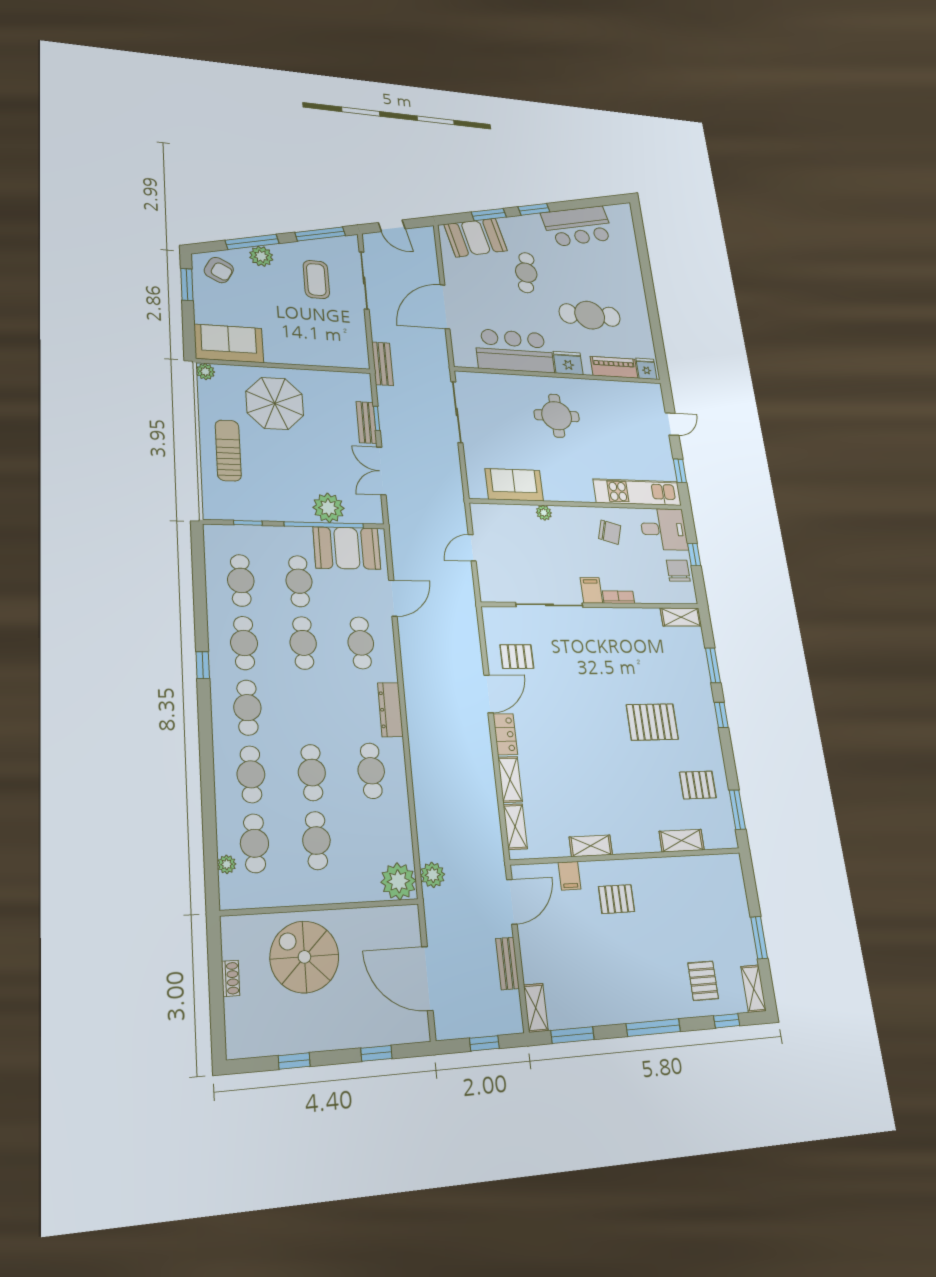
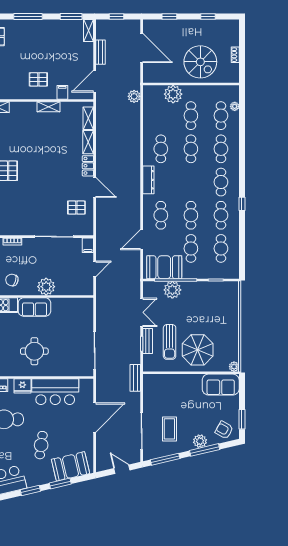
sun lounger: (228, 450) -> (170, 342), moved
sofa: (514, 485) -> (34, 307), moved
plant: (544, 513) -> (46, 287), width x1.88, depth x1.88
filing cabinet: (591, 590) -> (88, 245), moved
door: (489, 694) -> (95, 187), swing flipped
plant: (398, 881) -> (173, 94), moved

